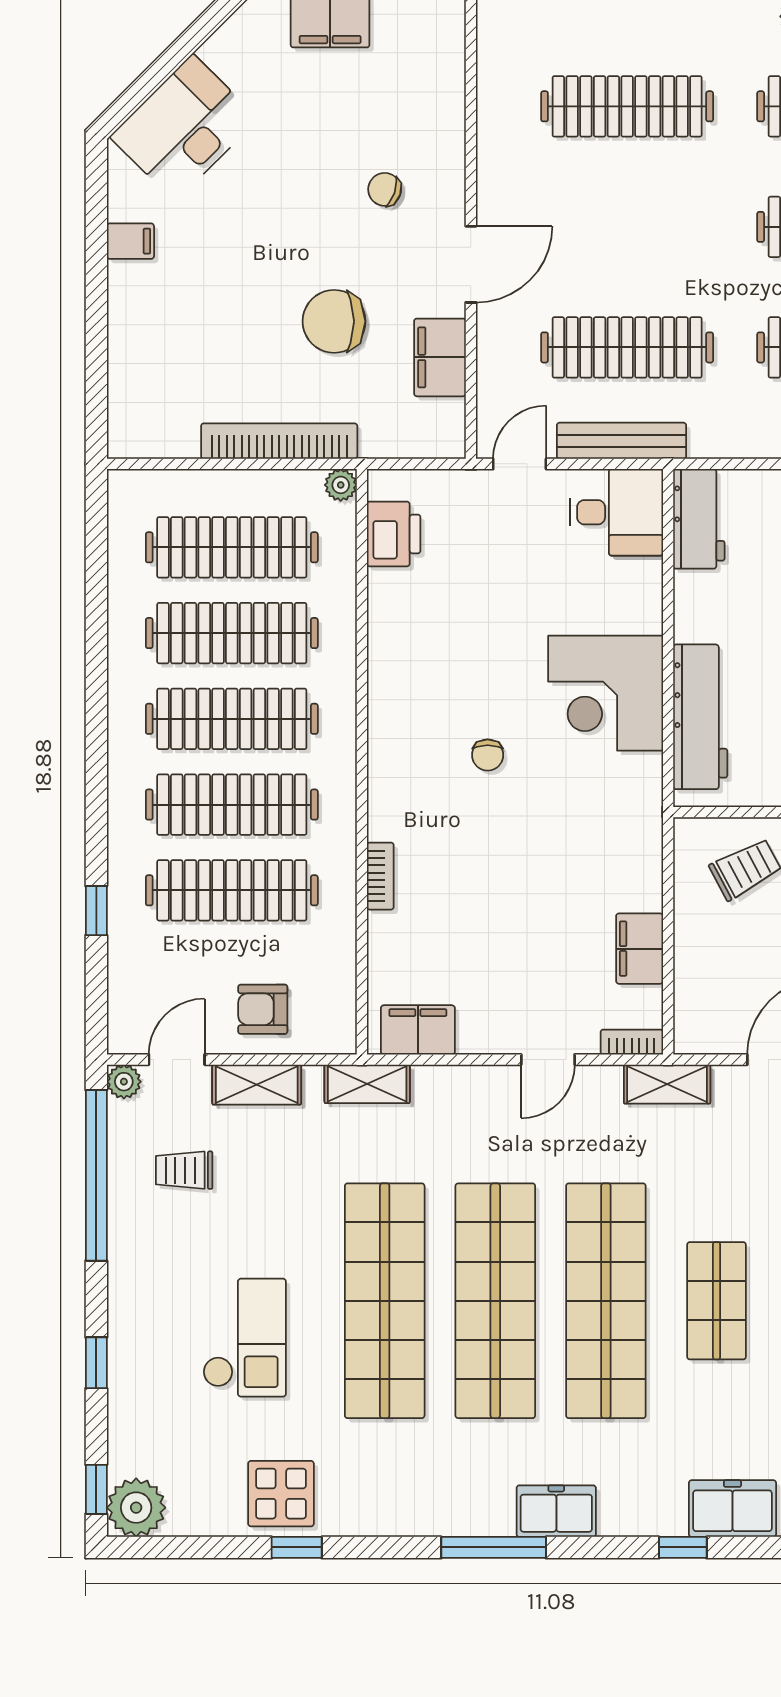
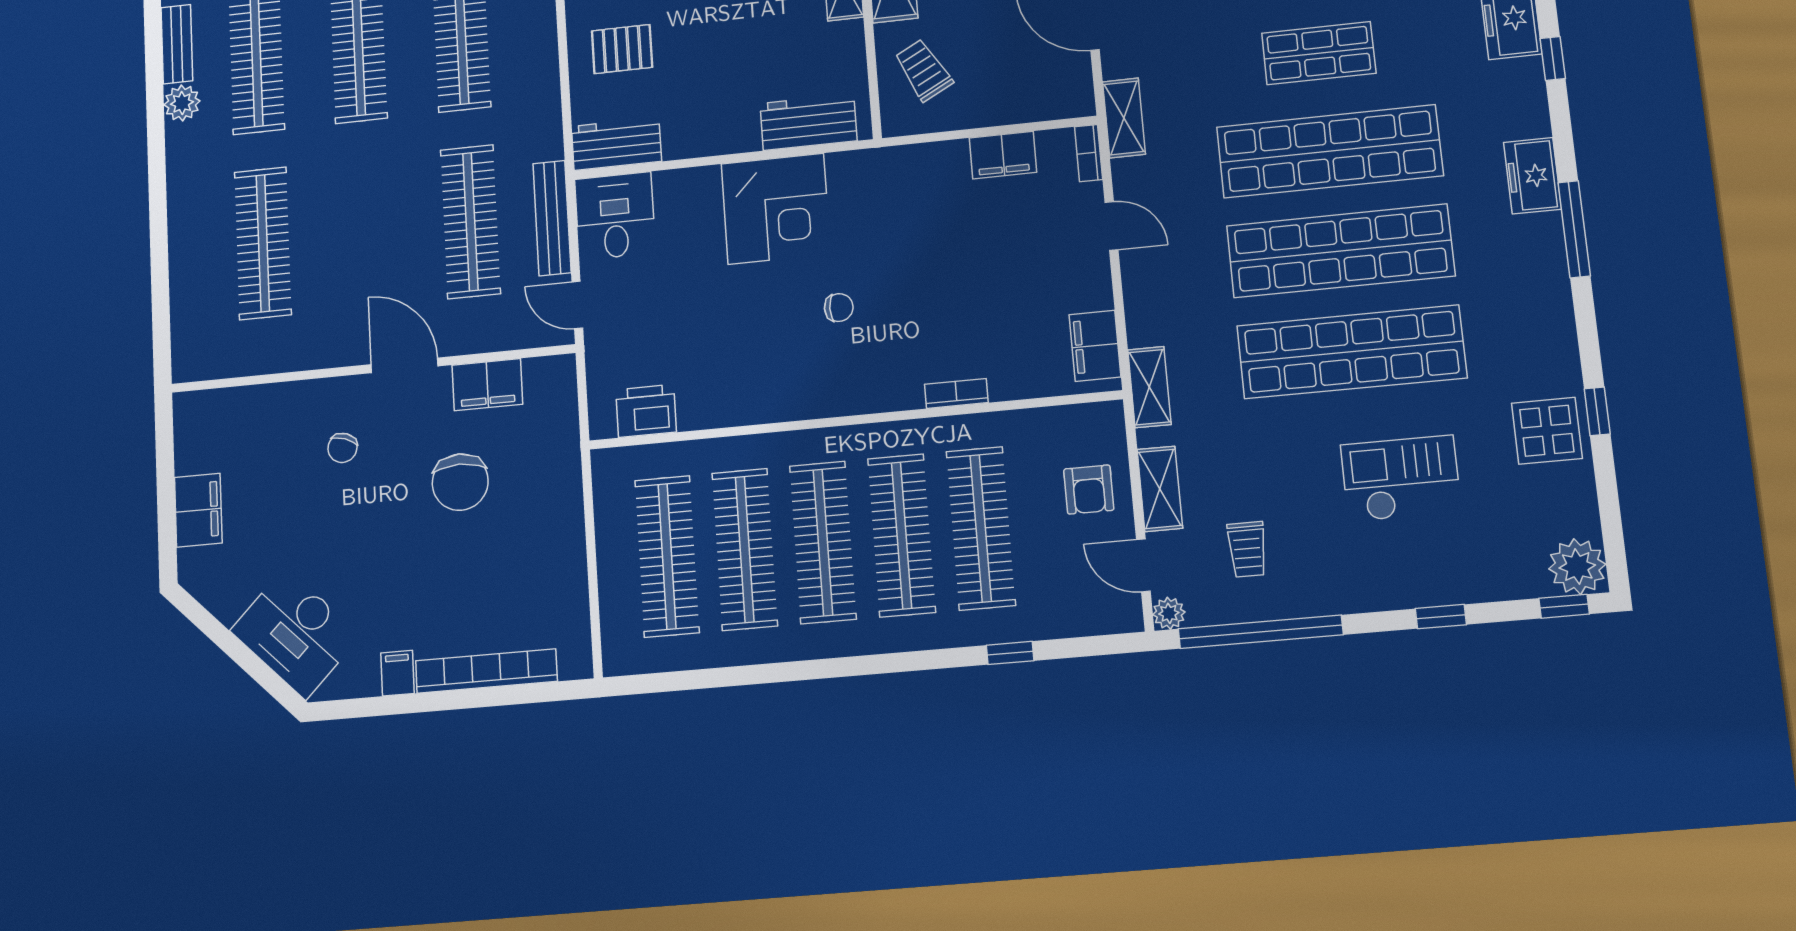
bookcase: (279, 441) -> (486, 671), moved, turned 90
plant: (341, 485) -> (605, 463), removed
workbench: (700, 717) -> (808, 122), width x0.73

